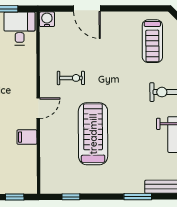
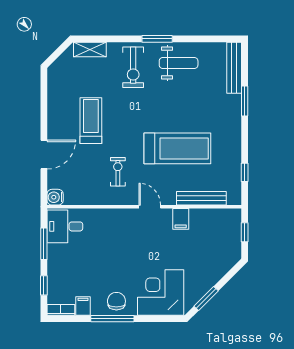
treadmill: (152, 41) -> (91, 121), moved, turned -90
treadmill: (93, 134) -> (177, 148), turned 180
bench: (46, 156) -> (201, 198), added

